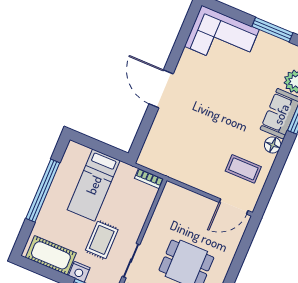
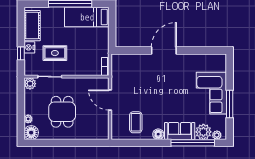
corner sofa: (222, 38) -> (211, 93), moved
bed: (94, 185) -> (87, 17), moved
door: (234, 206) -> (110, 100), moved

